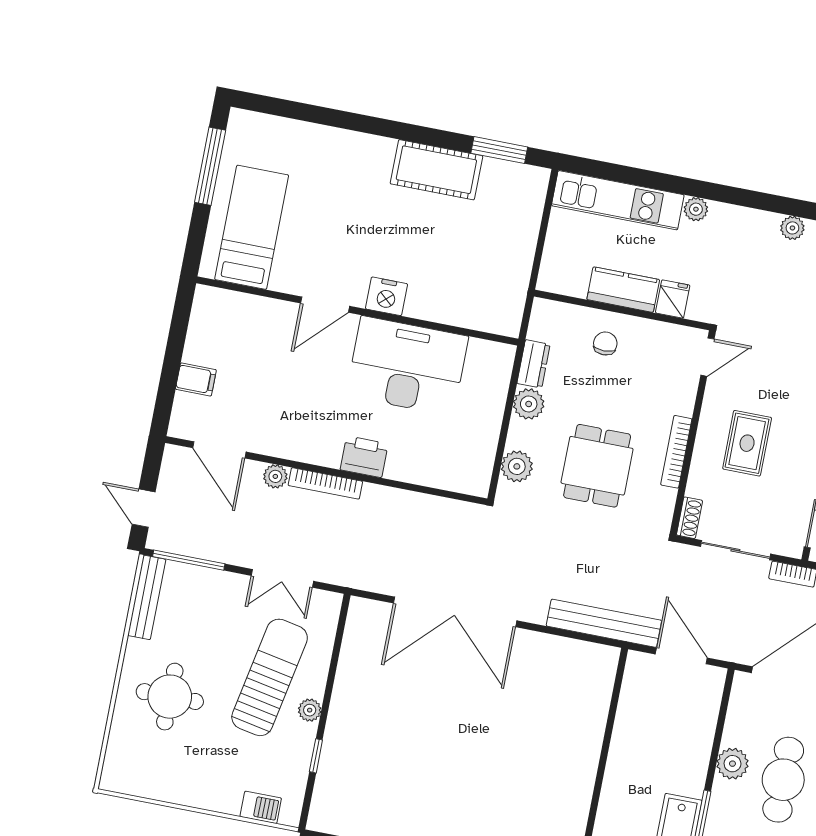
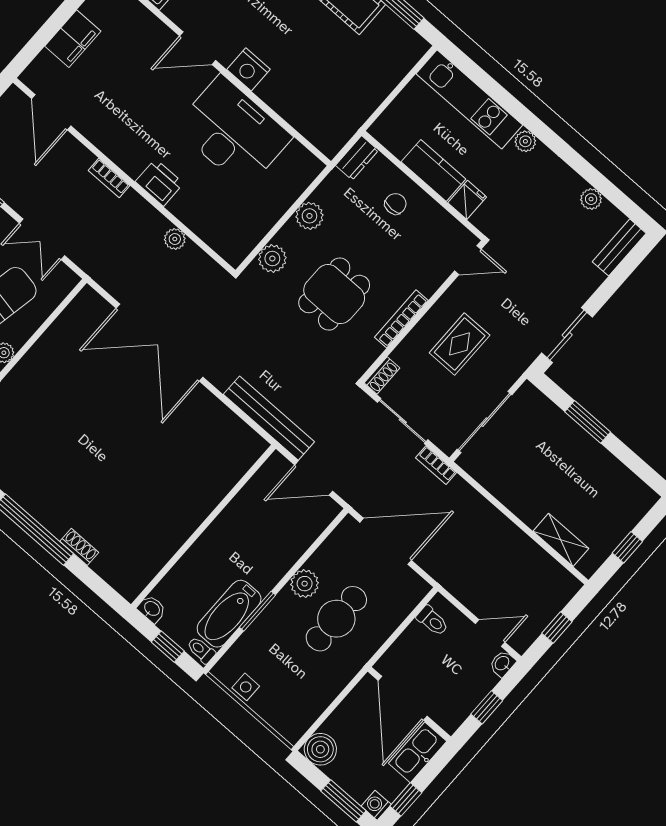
dresser: (533, 364) -> (357, 158), moved
filing cabinet: (196, 379) -> (73, 39), width x2.00
plant: (275, 476) -> (175, 239), moved
bookcase: (325, 483) -> (109, 178), width x0.64
door: (681, 656) -> (314, 478), swing flipped

